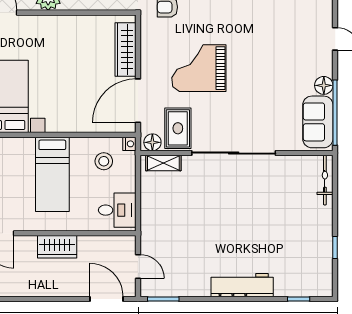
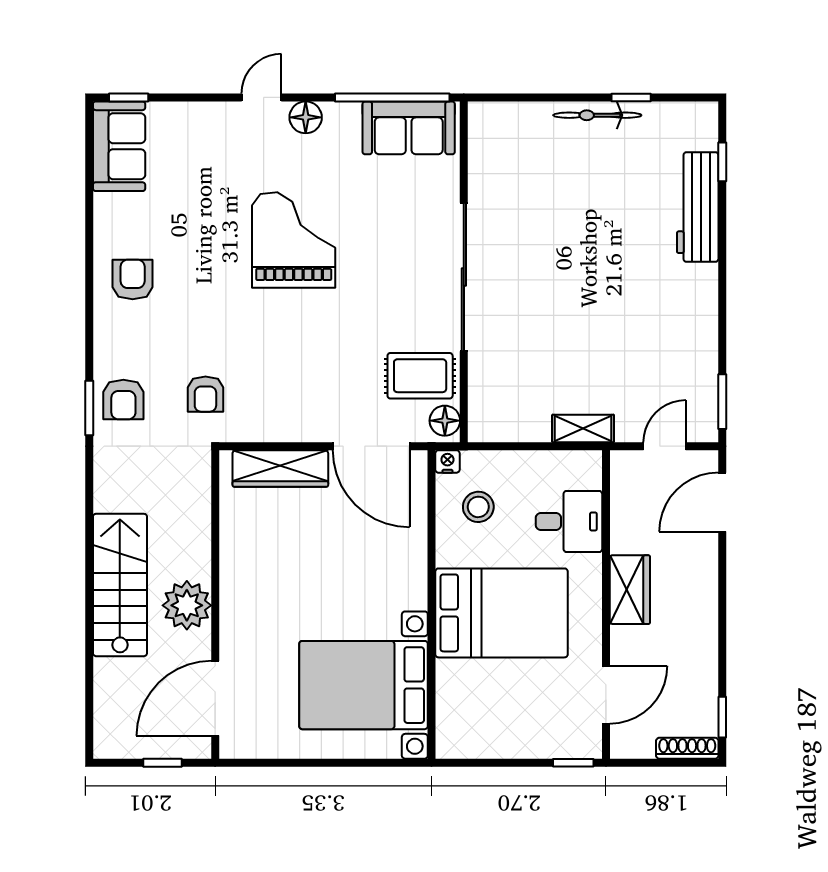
grand piano: (199, 68) -> (294, 240), moved, turned 180
floor lamp: (324, 85) -> (306, 117), moved
shelving: (163, 163) -> (583, 428), moved, turned 90
bed: (52, 174) -> (502, 613), width x1.50
bicycle: (325, 180) -> (597, 115), moved
desk: (117, 210) -> (569, 521), moved, turned 90
workbench: (242, 285) -> (698, 207), moved

